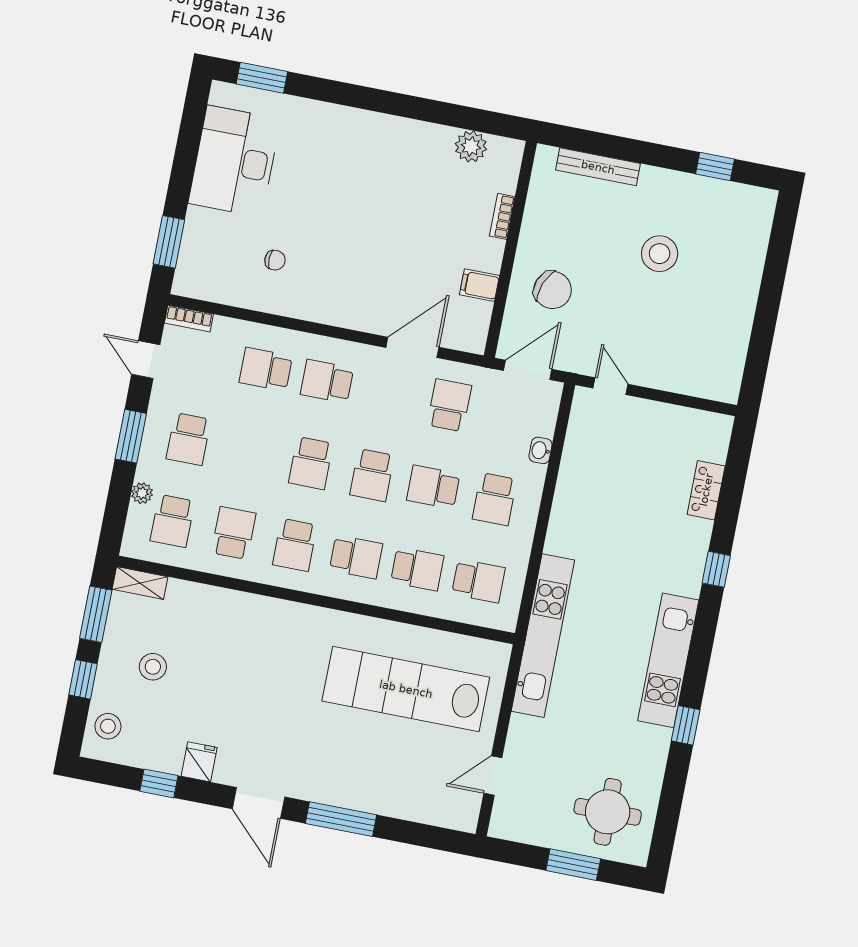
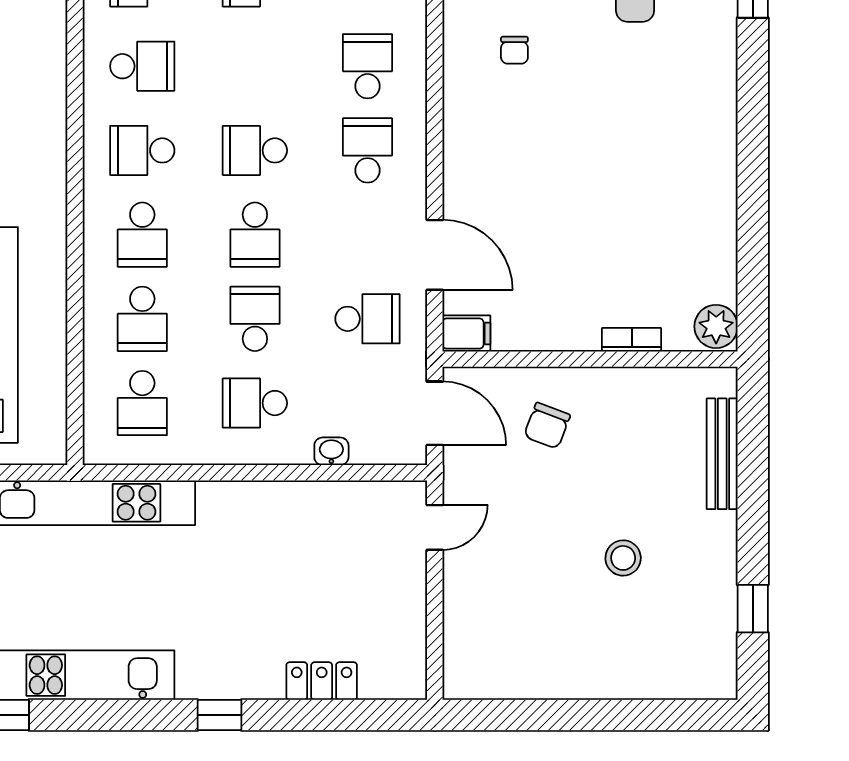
plant: (471, 146) -> (716, 326), moved
stool: (660, 254) -> (623, 558), width x0.73, depth x0.73
filing cabinet: (479, 285) -> (466, 334), moved, turned 90
chair: (553, 290) -> (547, 426), width x0.73, depth x0.73
school desk: (372, 475) -> (255, 235), turned -90

